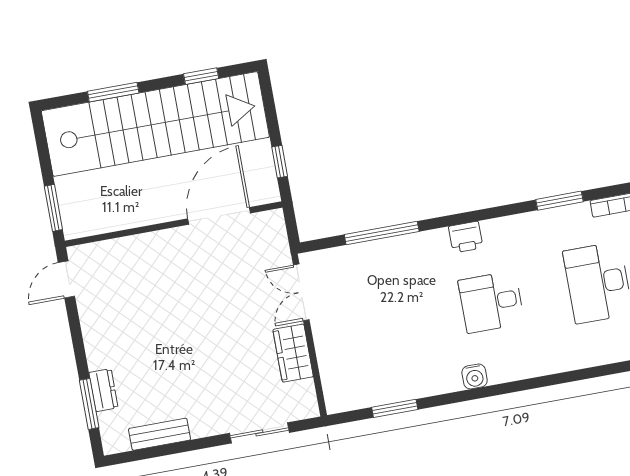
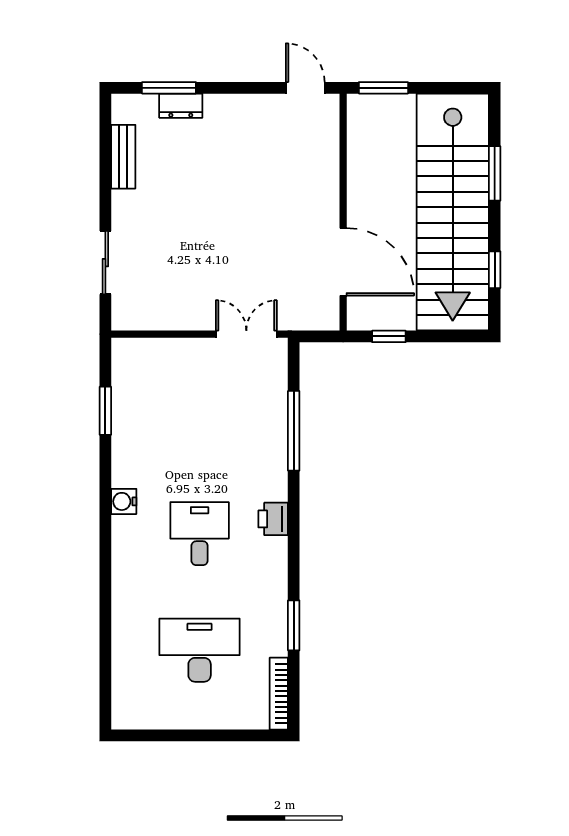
wardrobe: (293, 353) -> (183, 314), removed

